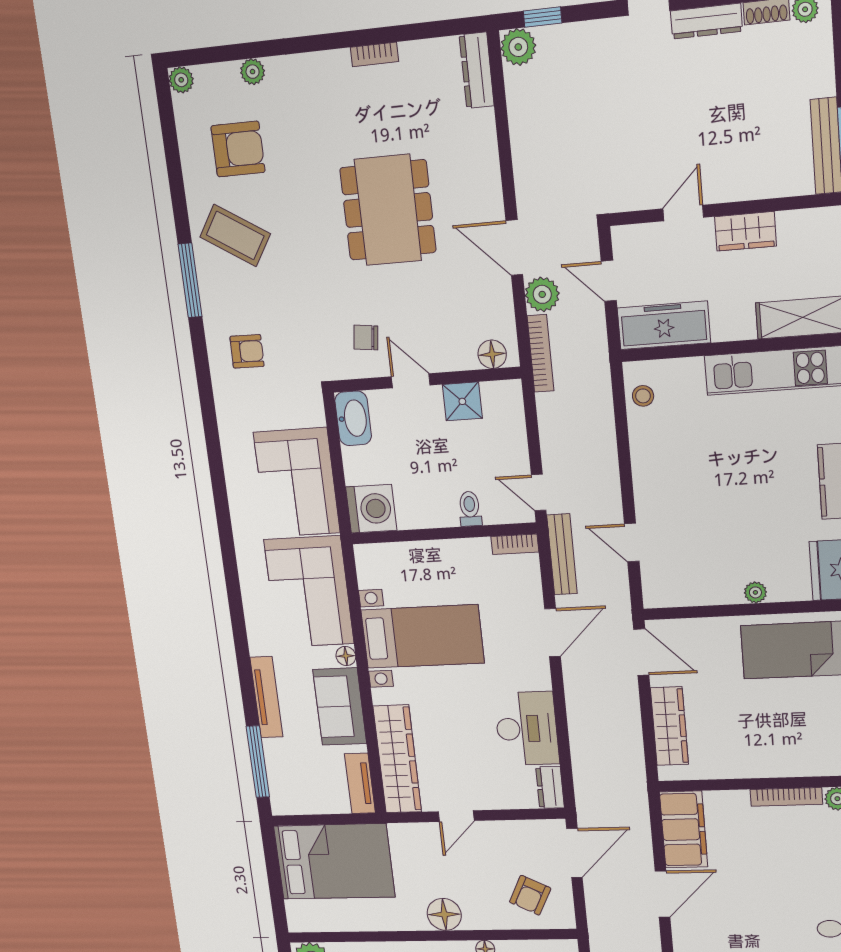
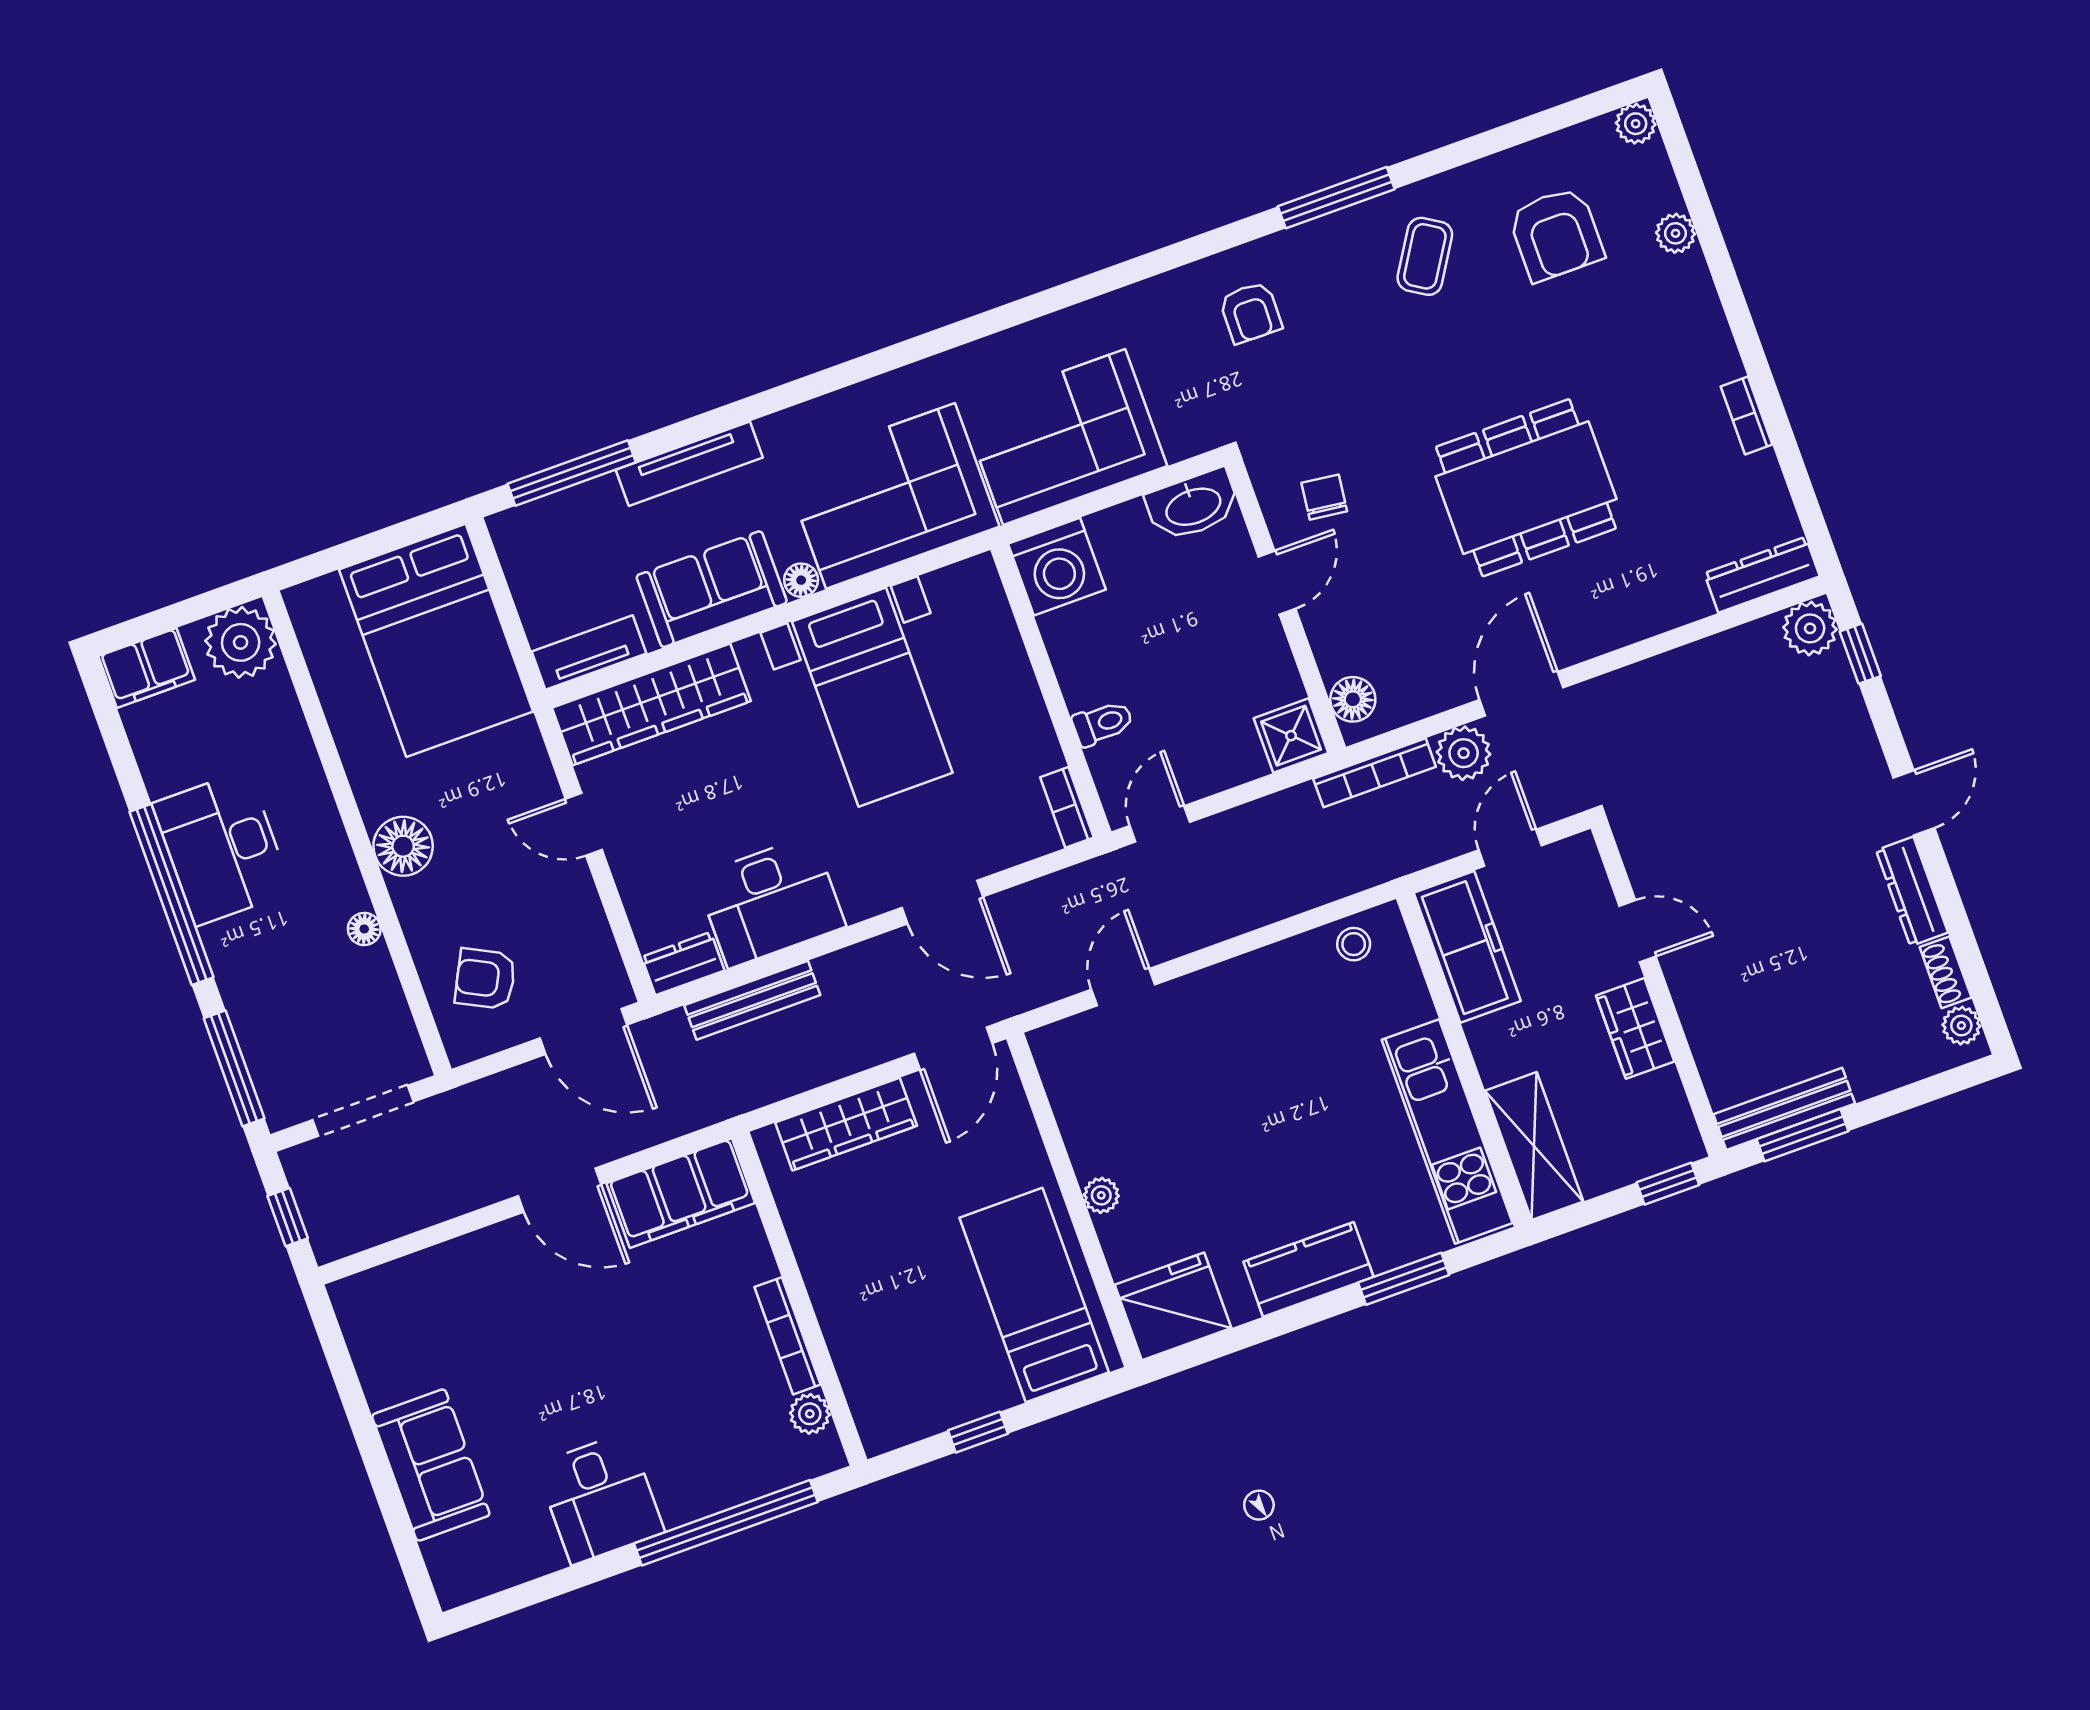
coffee table: (235, 235) -> (1425, 256), width x0.73, depth x0.77
shower: (462, 401) -> (1291, 736), moved
bench: (562, 554) -> (752, 1000), moved

